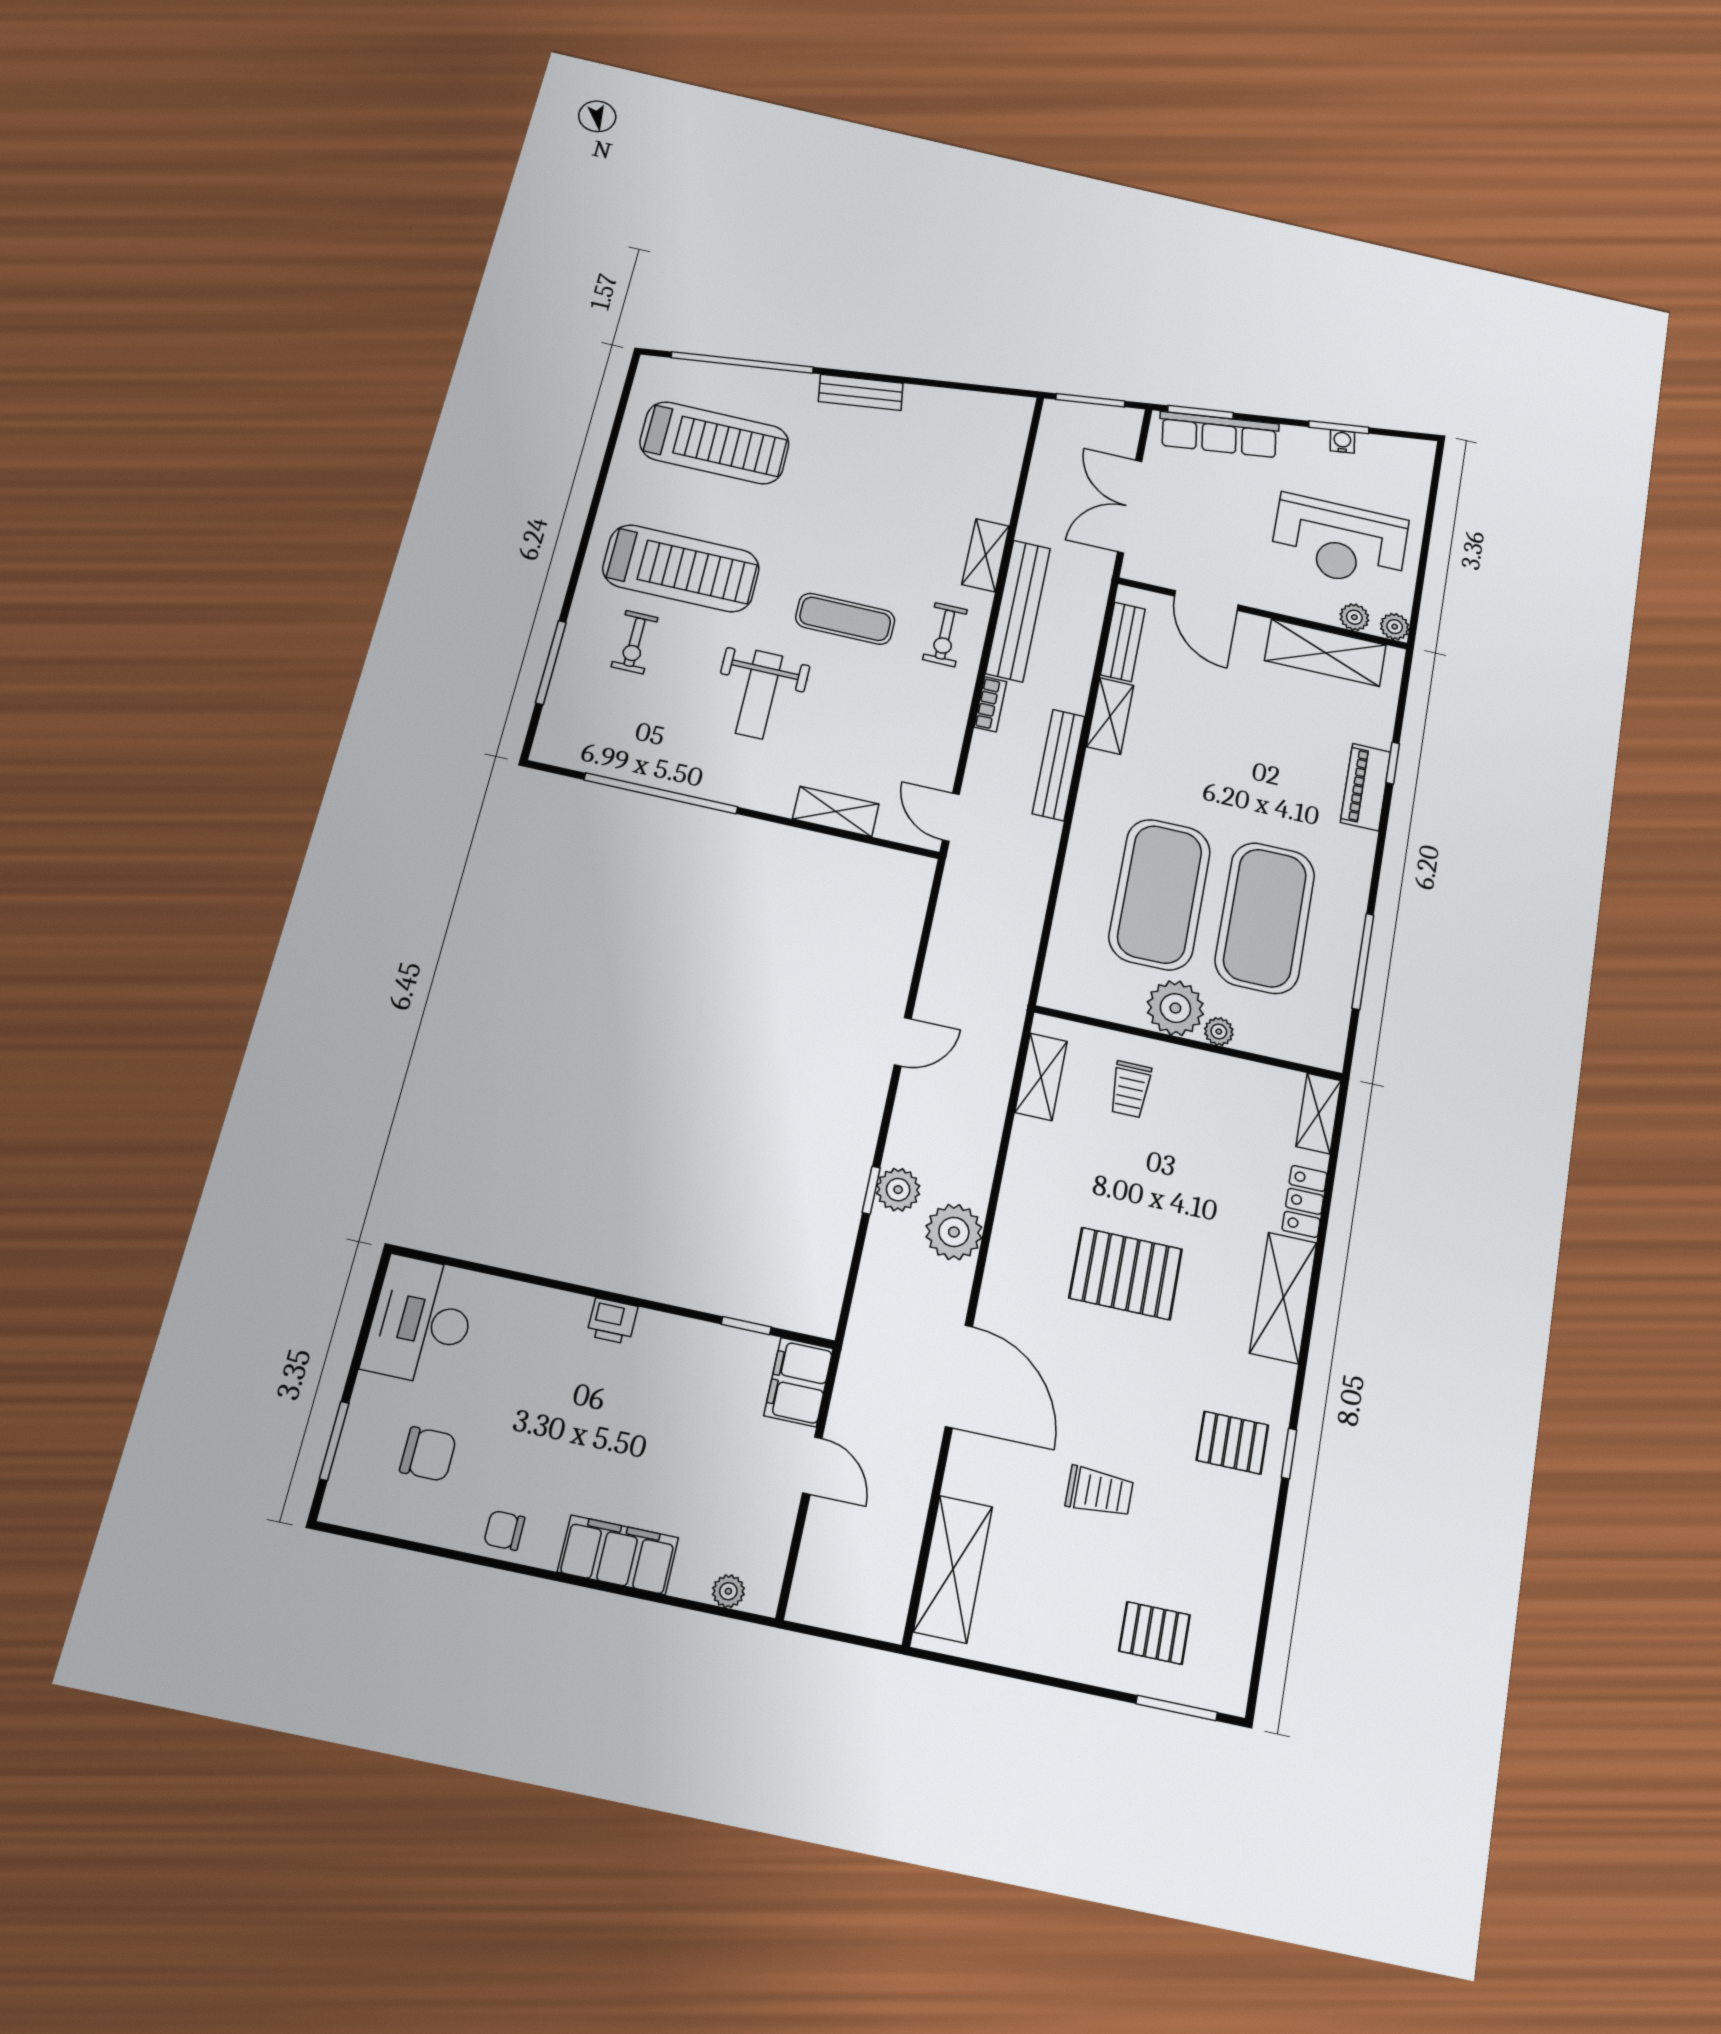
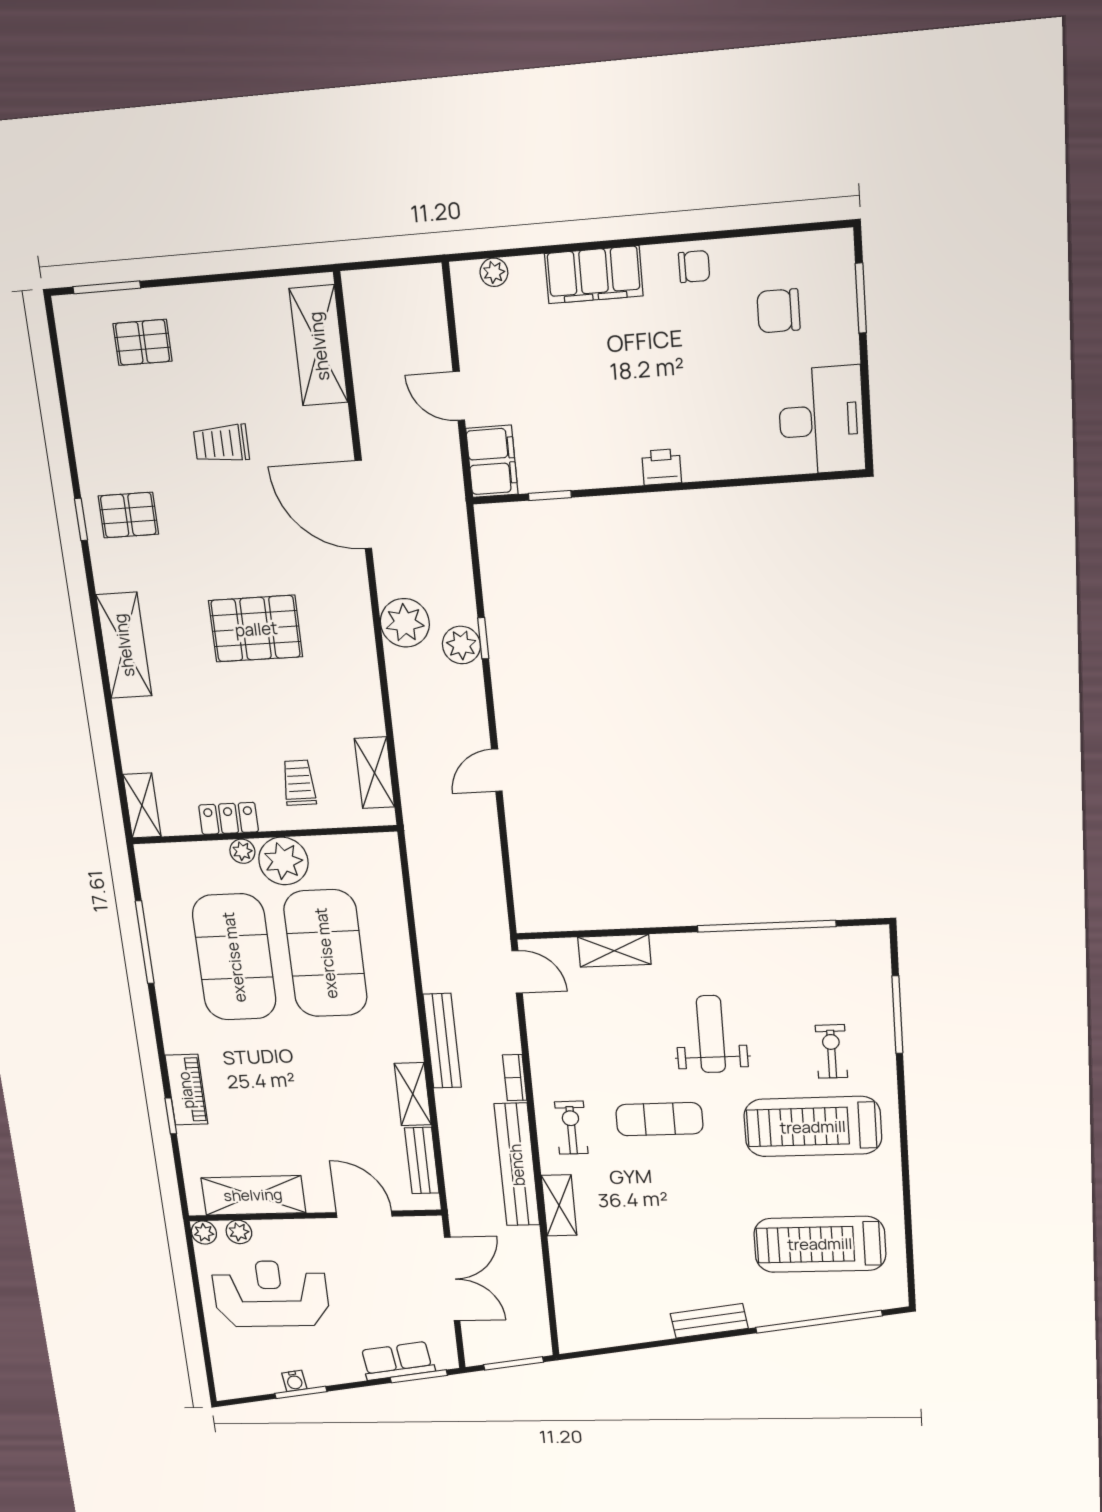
row of seats: (1219, 435) -> (397, 1361), width x0.68
locker: (1305, 1201) -> (229, 818), moved, turned -90

